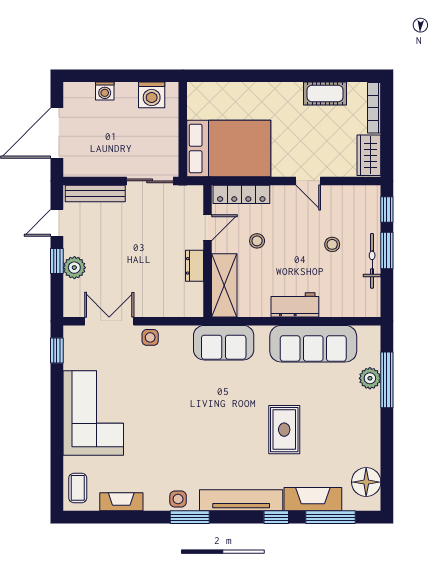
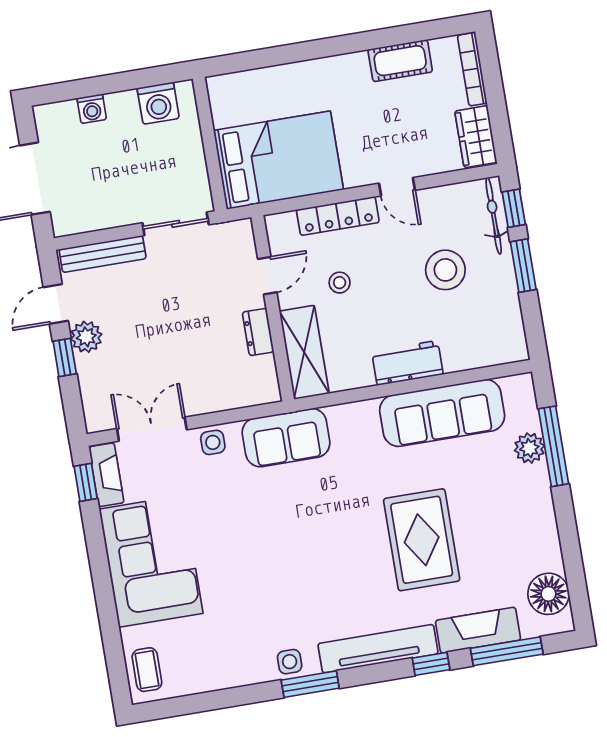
locker: (241, 194) -> (338, 216), moved
stool: (332, 244) -> (445, 270), width x1.89, depth x1.89
bicycle: (372, 261) -> (494, 216), moved
plant: (74, 268) -> (86, 337), moved
sofa: (224, 343) -> (286, 438), moved
rug: (284, 430) -> (422, 540), width x1.36, depth x1.43
fireplace: (121, 502) -> (106, 475), moved, turned 90

